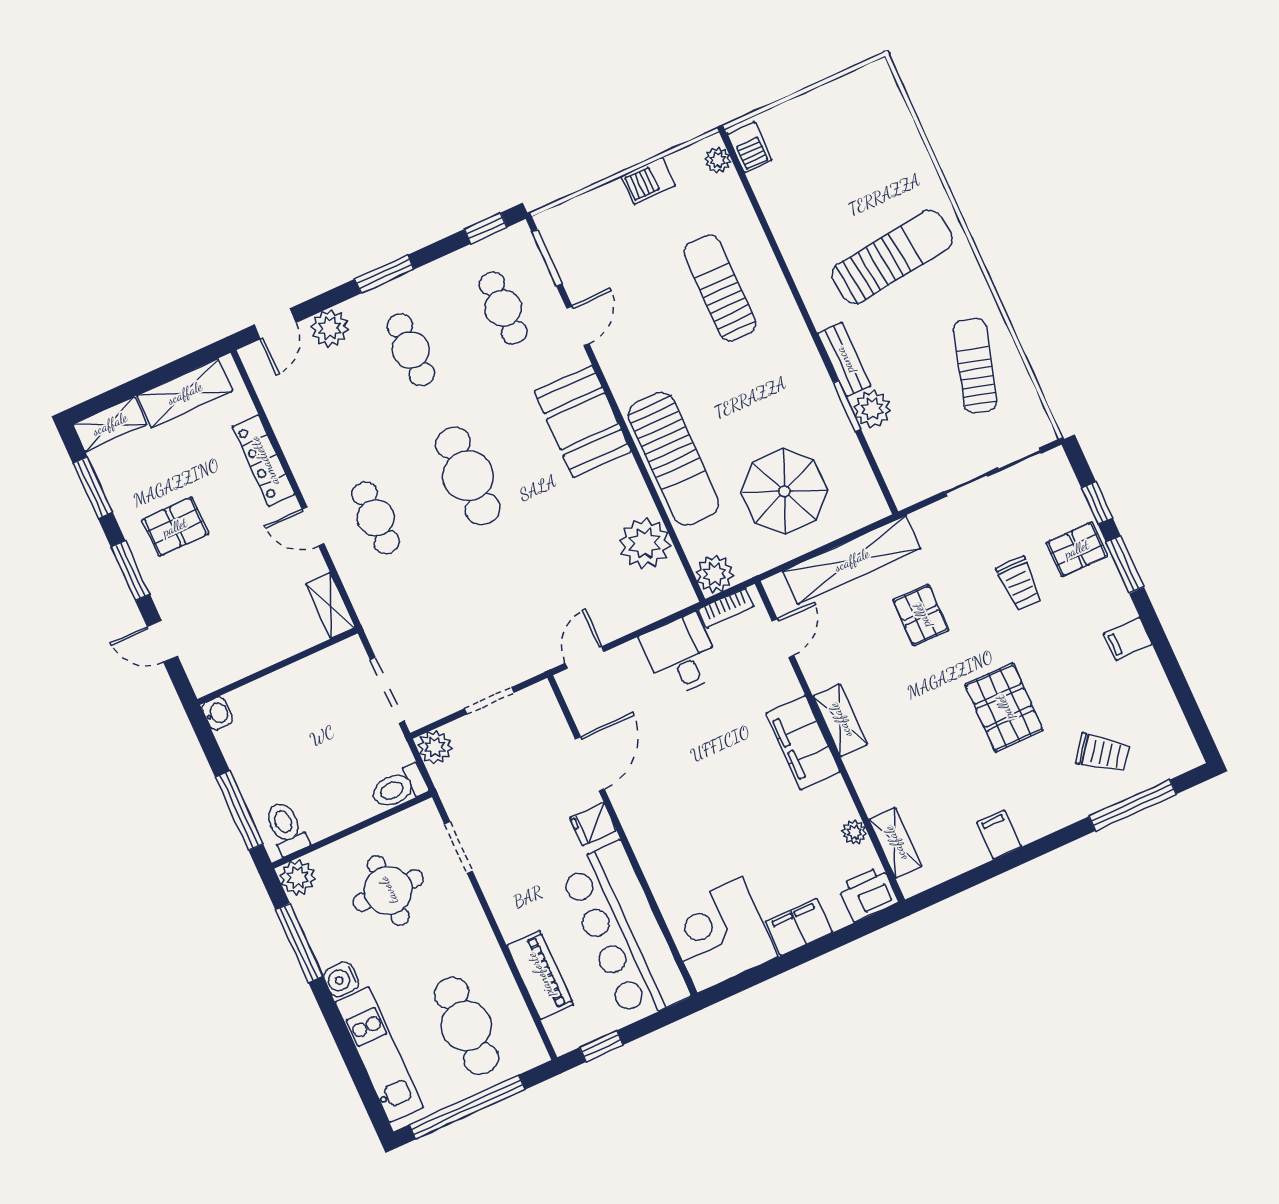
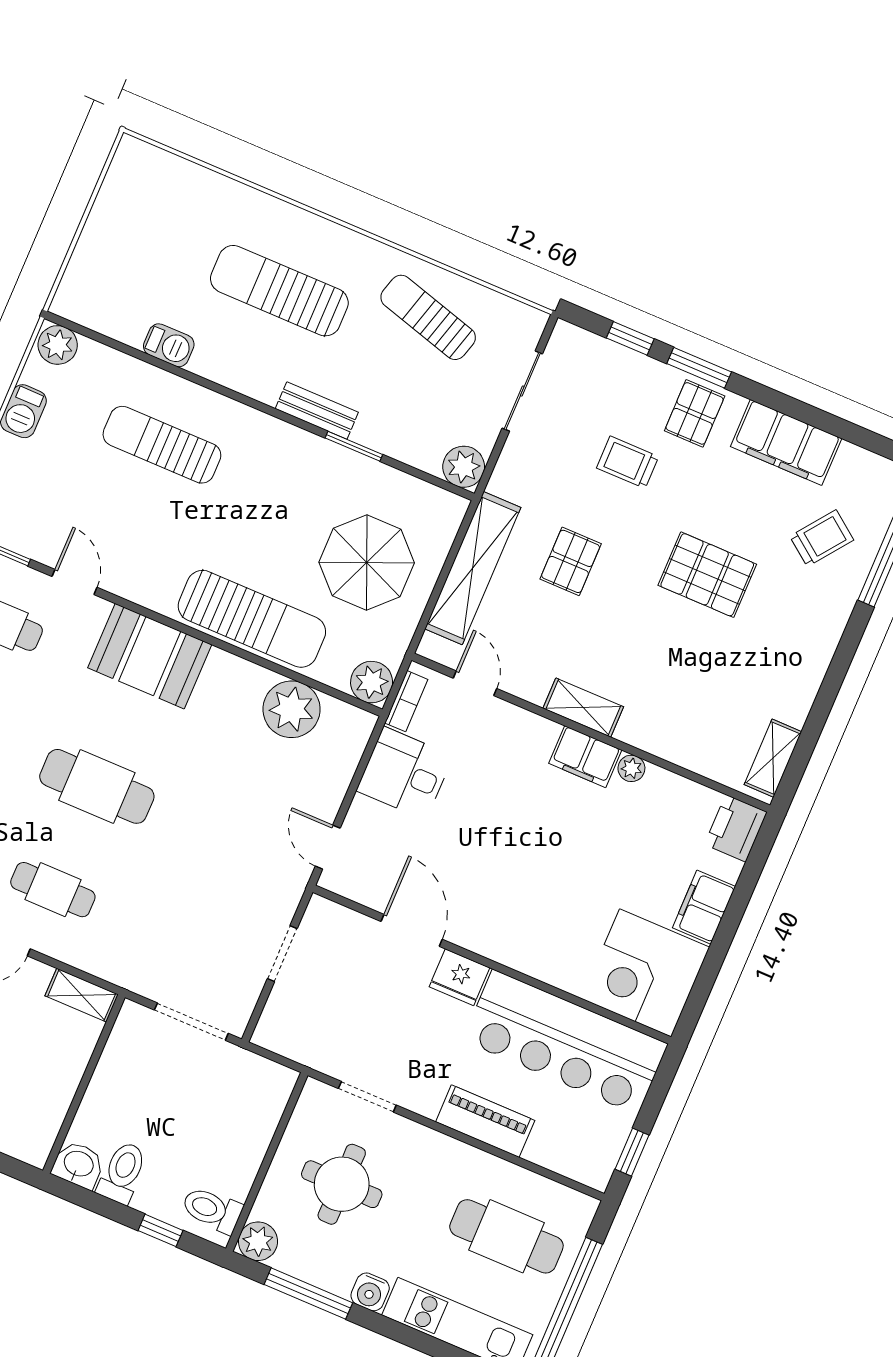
barbecue: (750, 147) -> (169, 345), moved
plant: (718, 160) -> (58, 345), width x1.38, depth x1.38
sun lounger: (892, 257) -> (279, 291), turned -83
plant: (872, 409) -> (464, 467), moved
sliding door: (993, 472) -> (522, 391), width x0.73
pallet: (1077, 549) -> (695, 413), moved
trolley: (1020, 584) -> (628, 462), turned 180
pallet: (921, 615) -> (571, 561), turned 90
filing cabinet: (1128, 639) -> (786, 442), width x3.00, depth x1.17
washbasin: (217, 714) -> (78, 1165), width x1.38, depth x1.45
filing cabinet: (803, 743) -> (585, 757), width x0.67, depth x0.86
plant: (435, 747) -> (273, 1032), removed
toilet: (399, 787) -> (122, 1173), moved, turned 180
window: (239, 811) -> (160, 1230), width x0.46
fridge: (593, 824) -> (459, 977), width x1.38
plant: (854, 832) -> (631, 768), moved
filing cabinet: (999, 835) -> (798, 682), removed
shelving: (895, 843) -> (773, 758), moved, turned 90
piano: (540, 975) -> (485, 1121), moved

